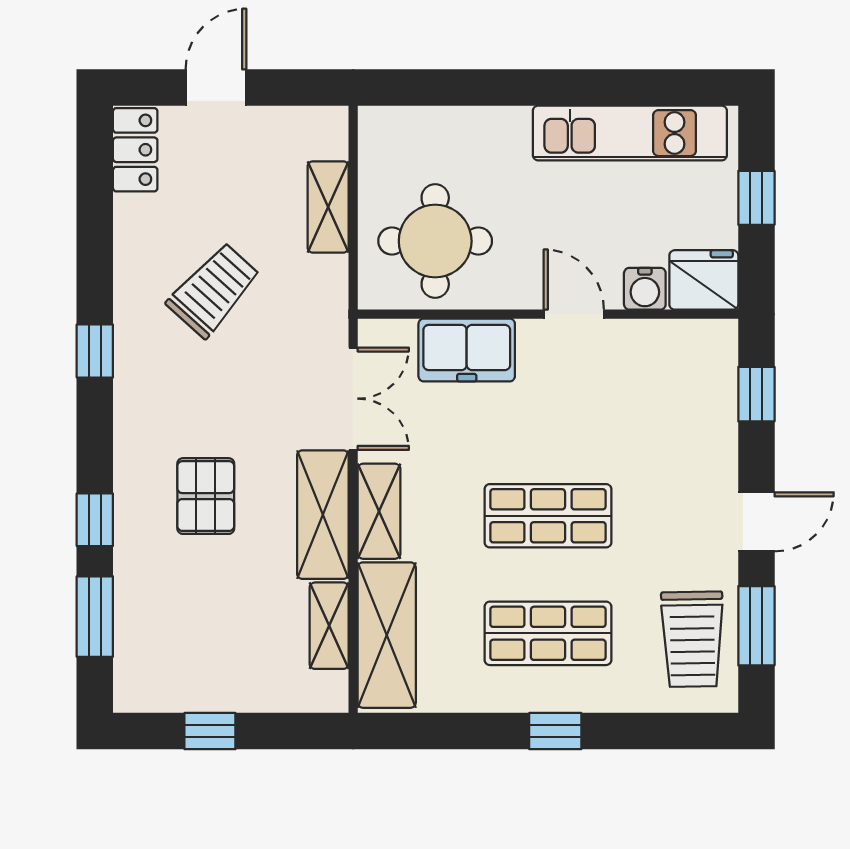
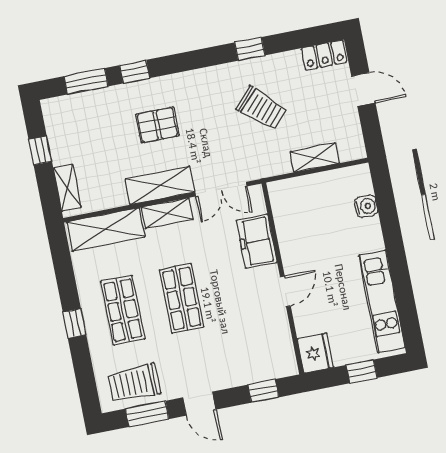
round table: (435, 241) -> (308, 215), removed
water cooler: (645, 289) -> (366, 206), moved, turned 180
window: (95, 351) -> (250, 49), moved
shelving: (329, 626) -> (67, 188), moved, turned 90

